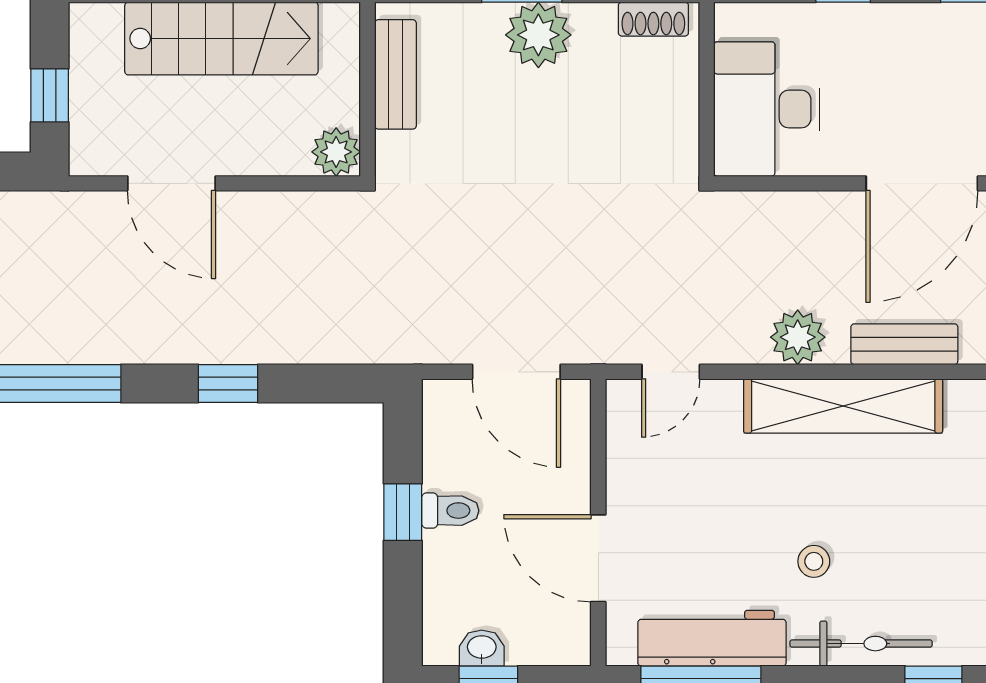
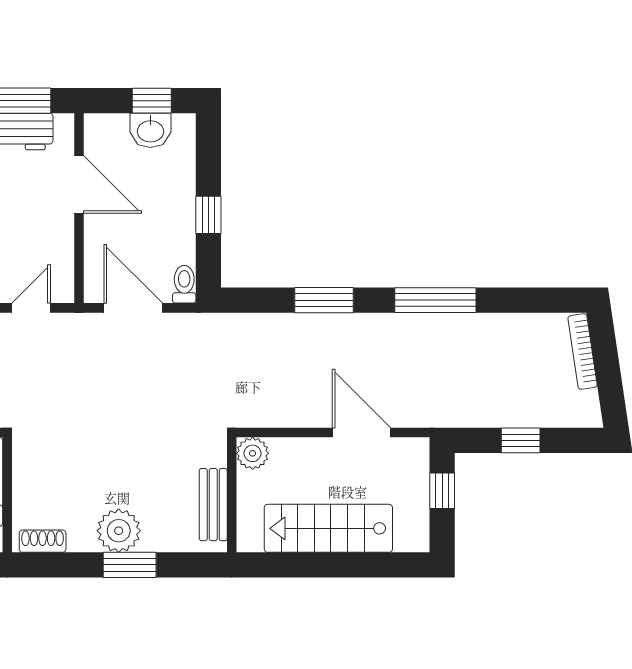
window: (228, 384) -> (324, 300), width x1.50
toilet: (450, 511) -> (184, 284), moved, turned 90
washbasin: (482, 648) -> (150, 130), width x1.38, depth x1.45

